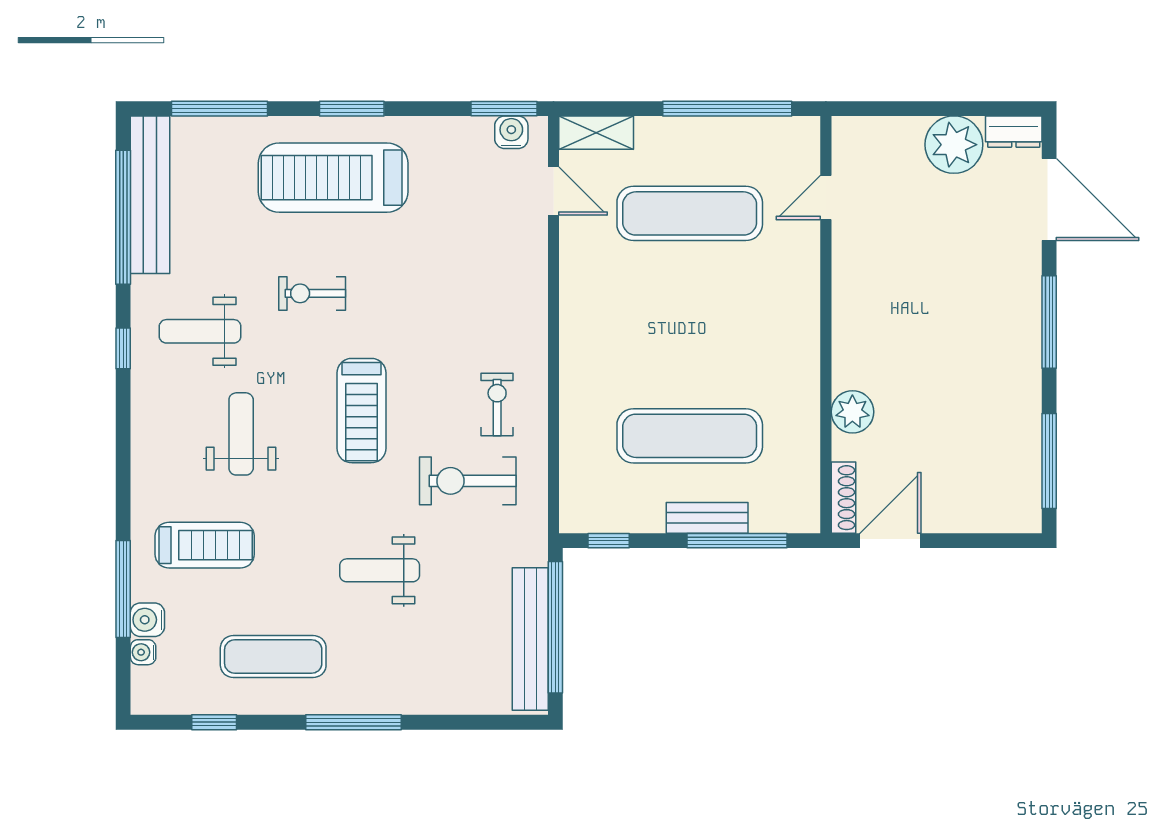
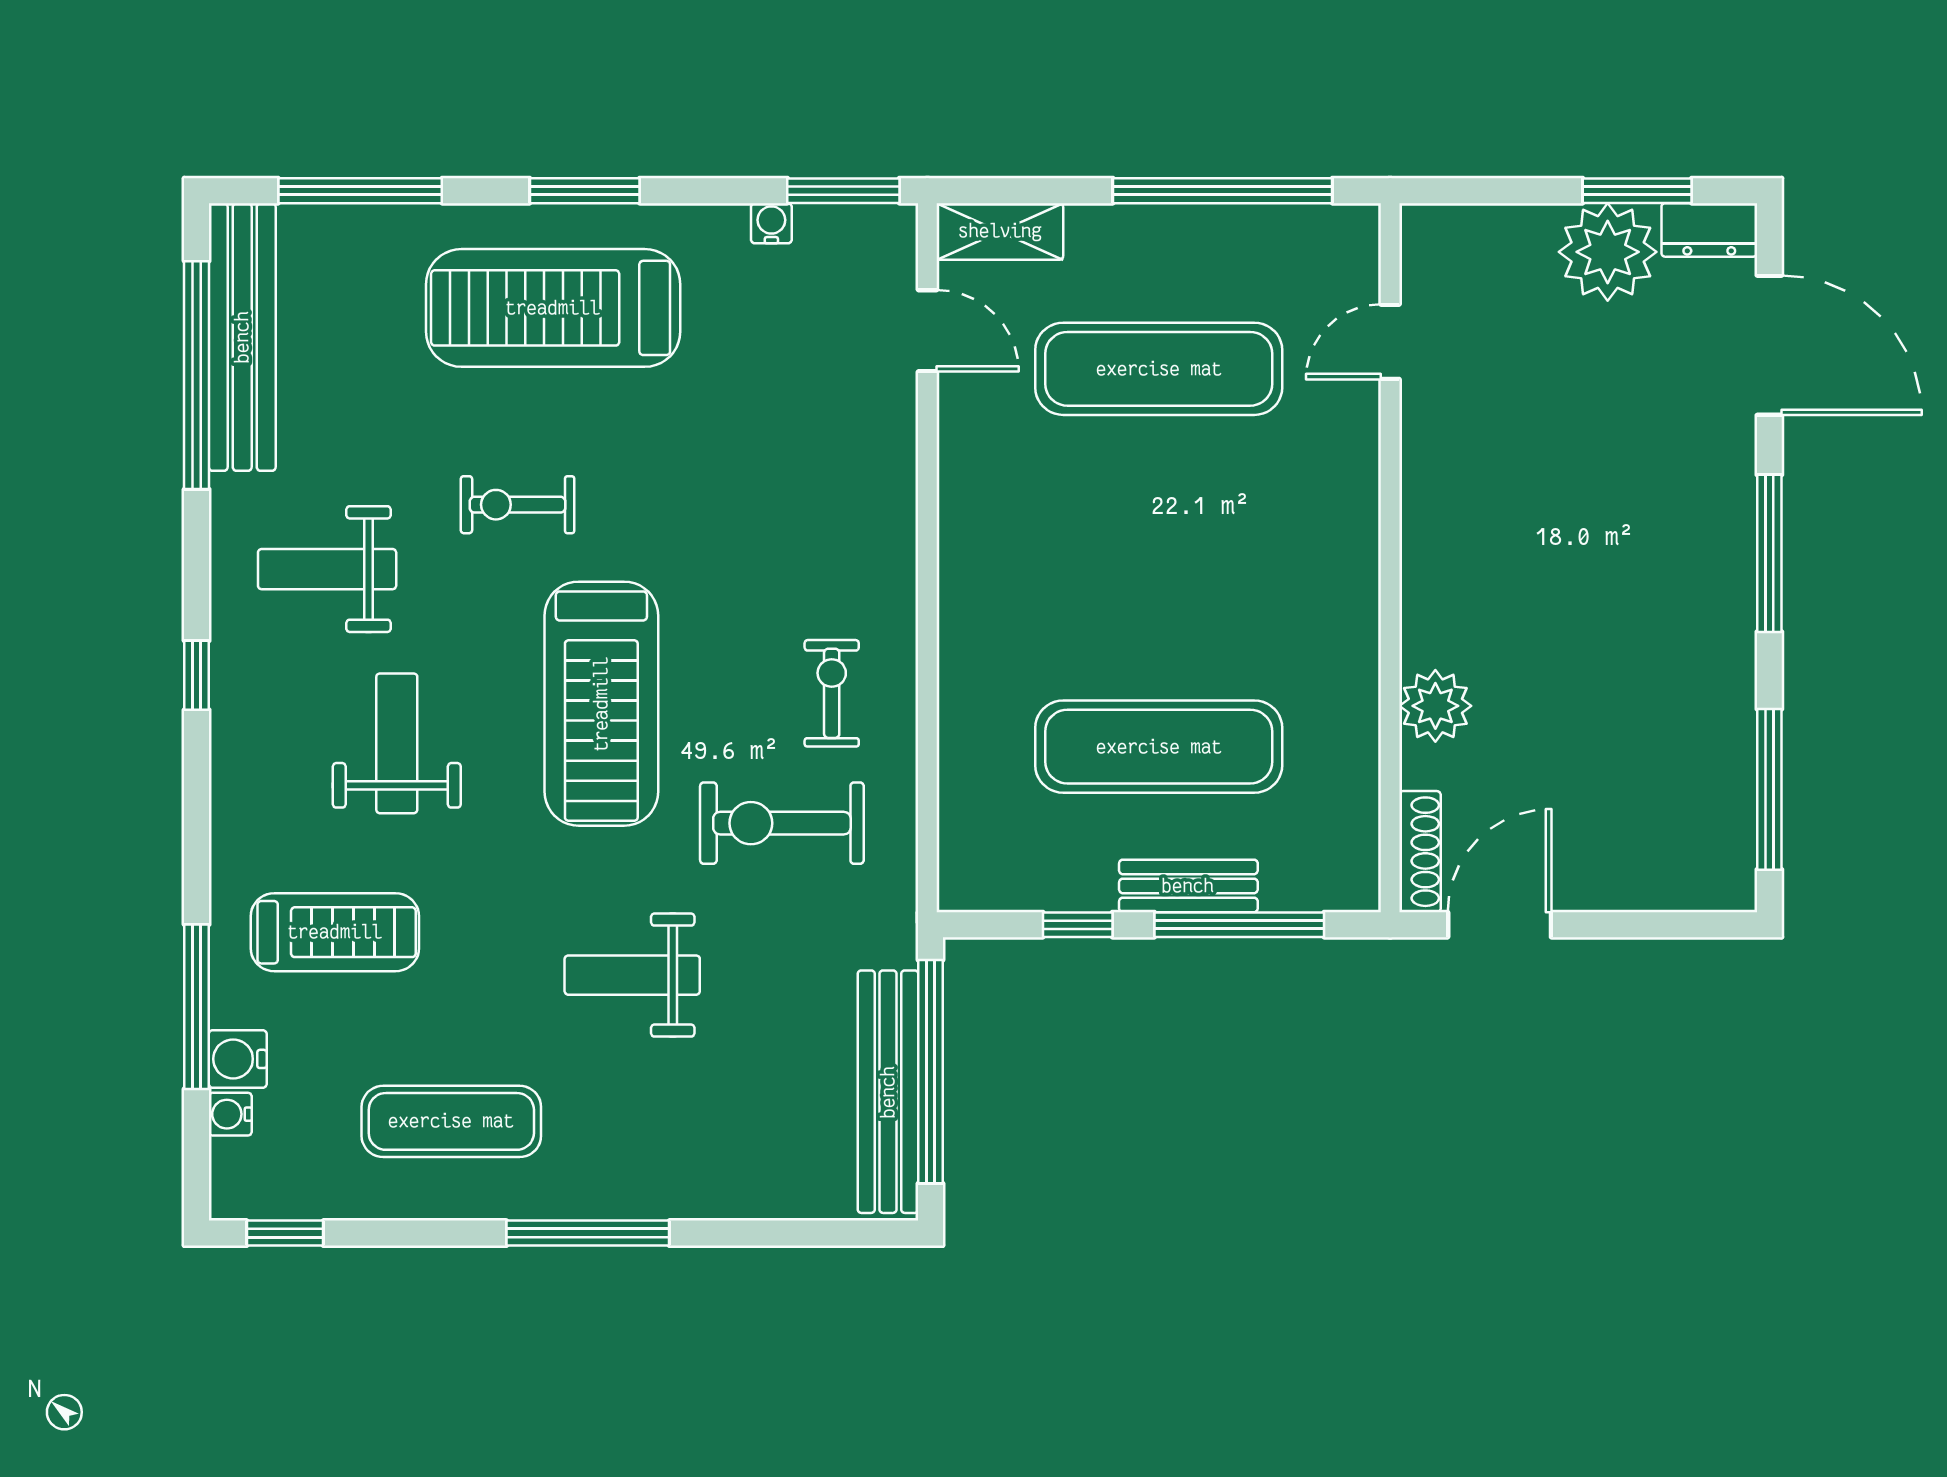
window: (971, 109) -> (1637, 191), added
water cooler: (511, 132) -> (771, 223), moved, width x0.72, depth x0.72
window: (123, 348) -> (197, 675), moved
treadmill: (362, 411) -> (601, 704), width x1.37, depth x1.38
window: (609, 541) -> (1078, 925), moved
window: (214, 722) -> (285, 1233), moved

